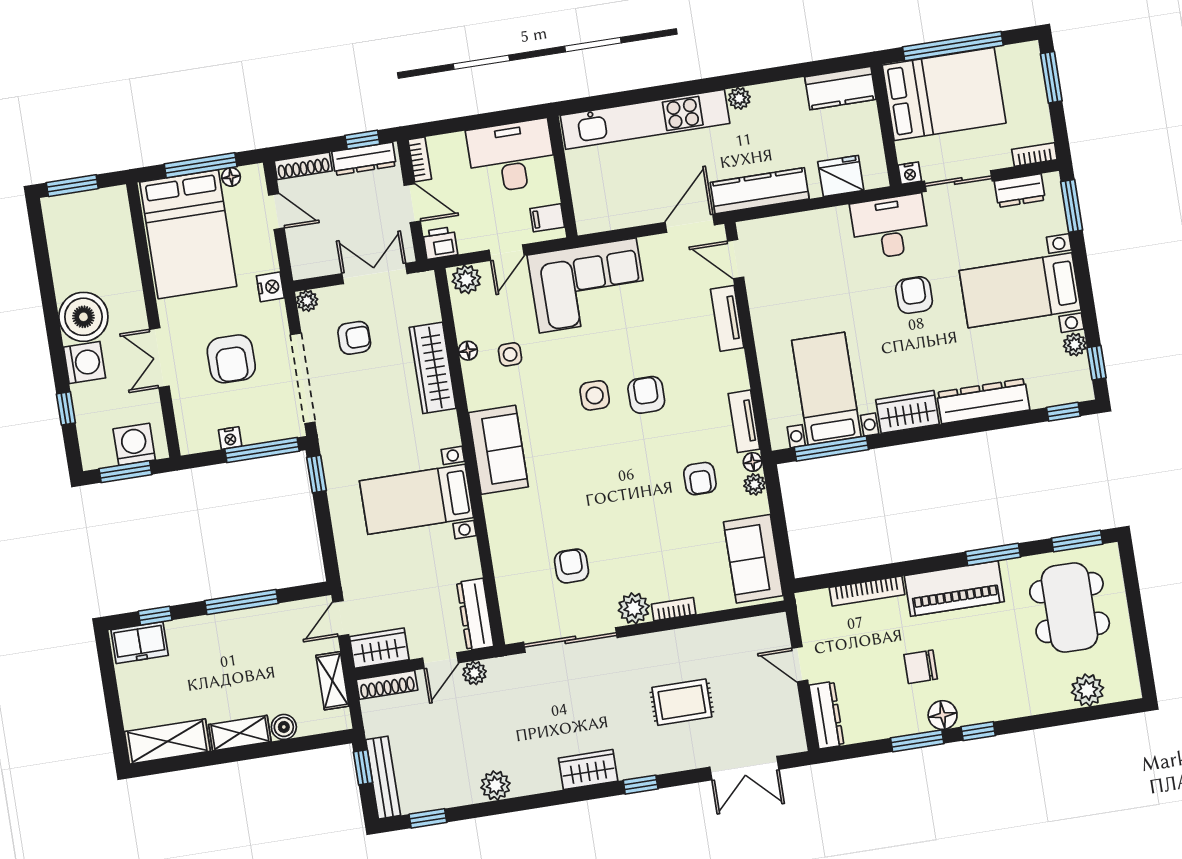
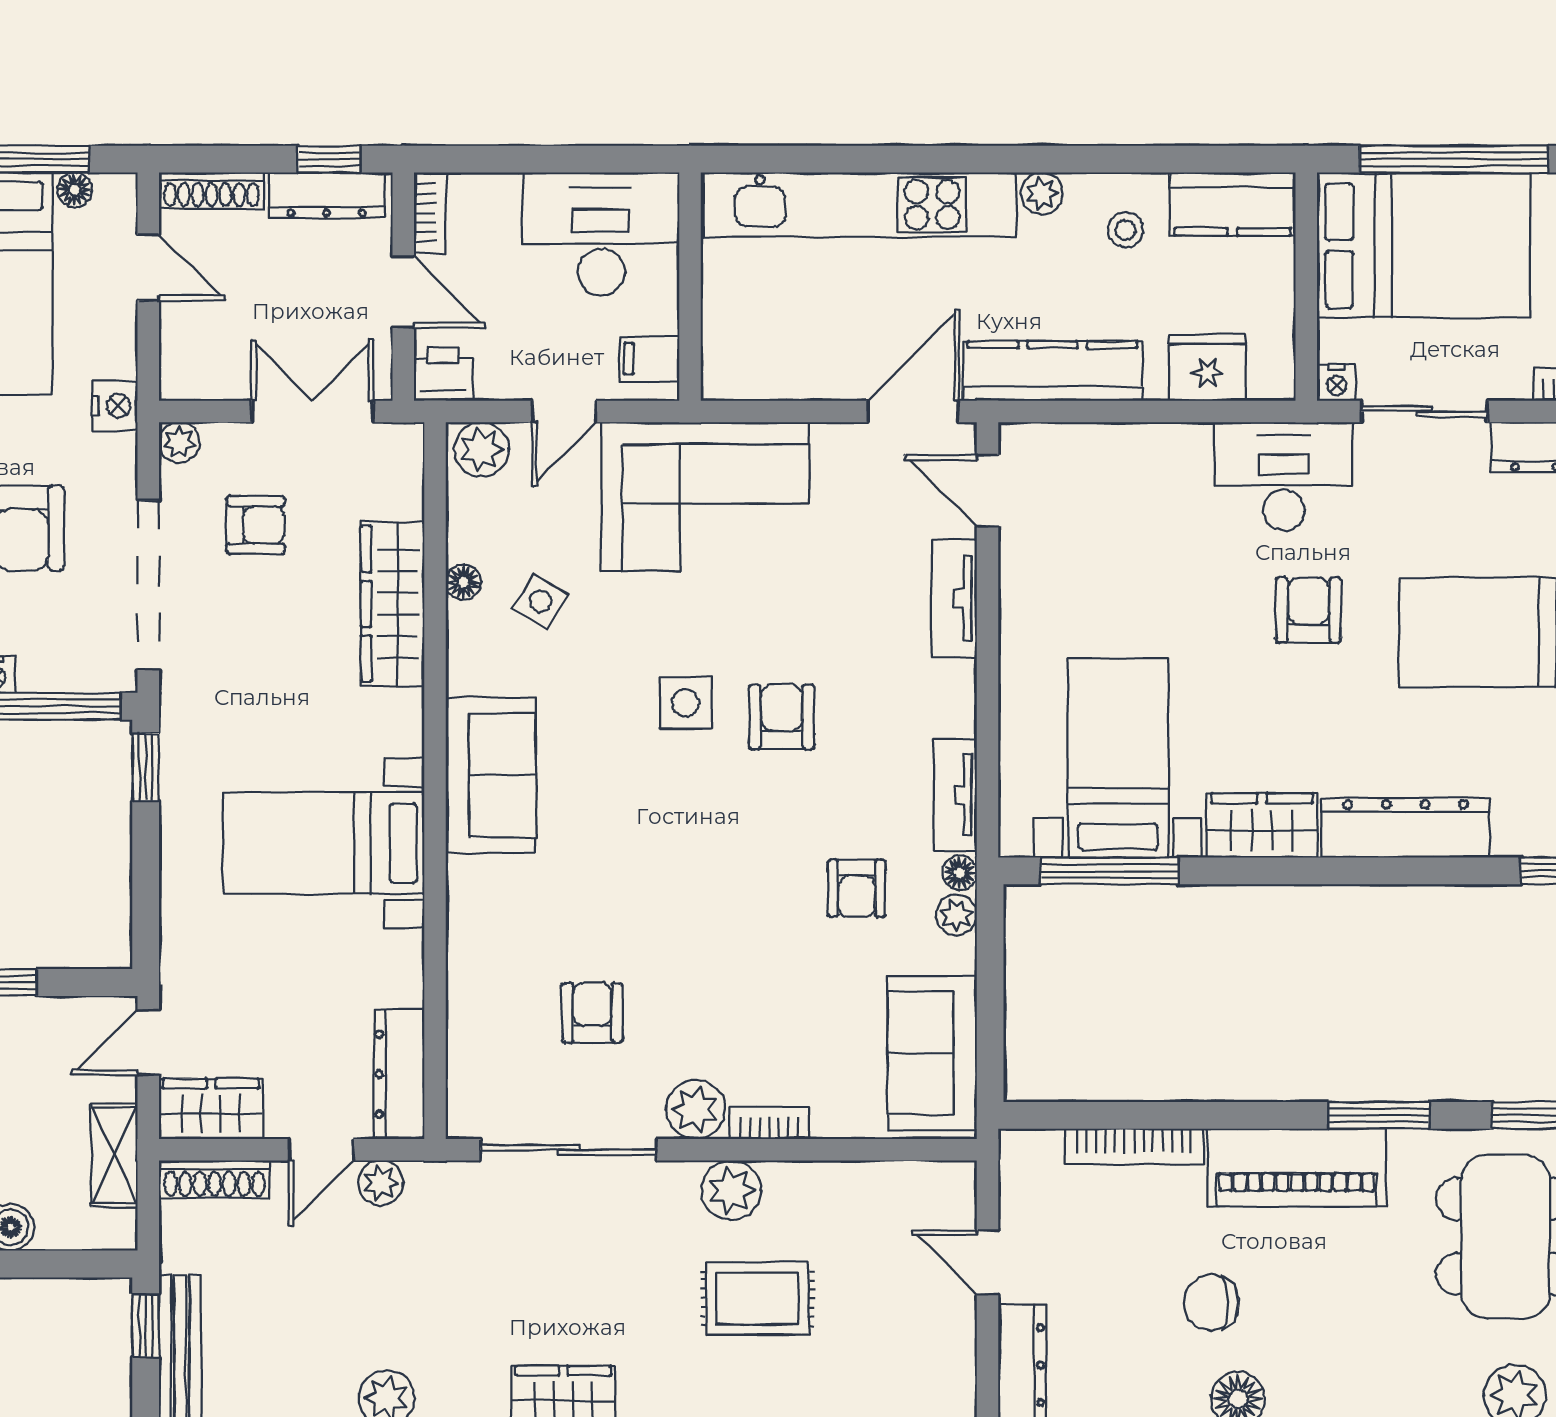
stool: (786, 111) -> (1126, 230), added
side table: (510, 354) -> (540, 602), turned 31
plant: (659, 648) -> (731, 1190), added

